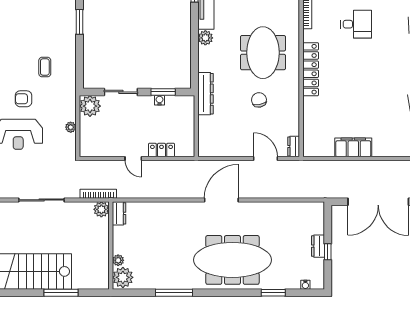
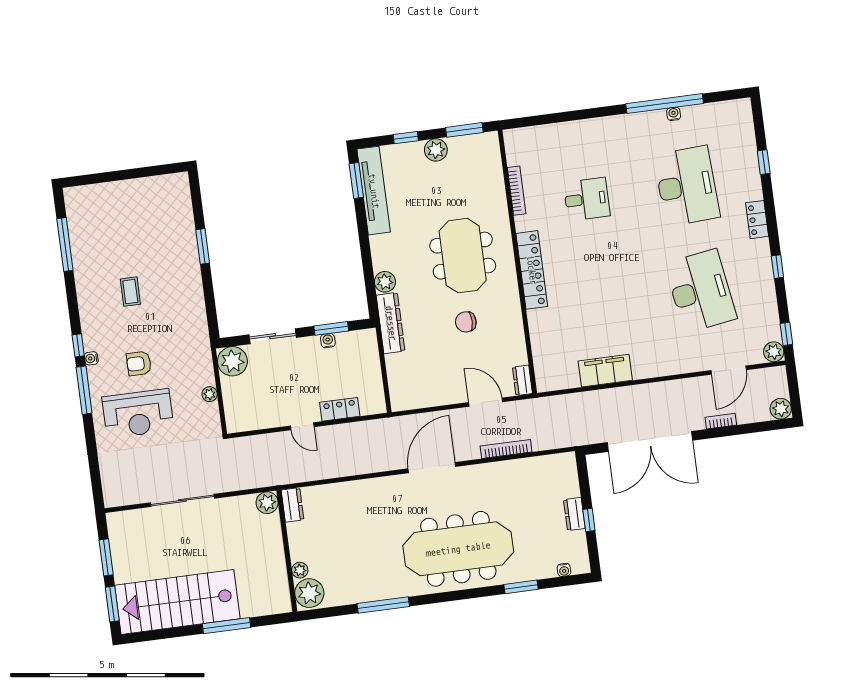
plant: (205, 38) -> (385, 282), moved
coffee table: (45, 67) -> (130, 292), moved
chair: (259, 100) -> (466, 322), turned -79
bookcase: (98, 194) -> (506, 449), moved

